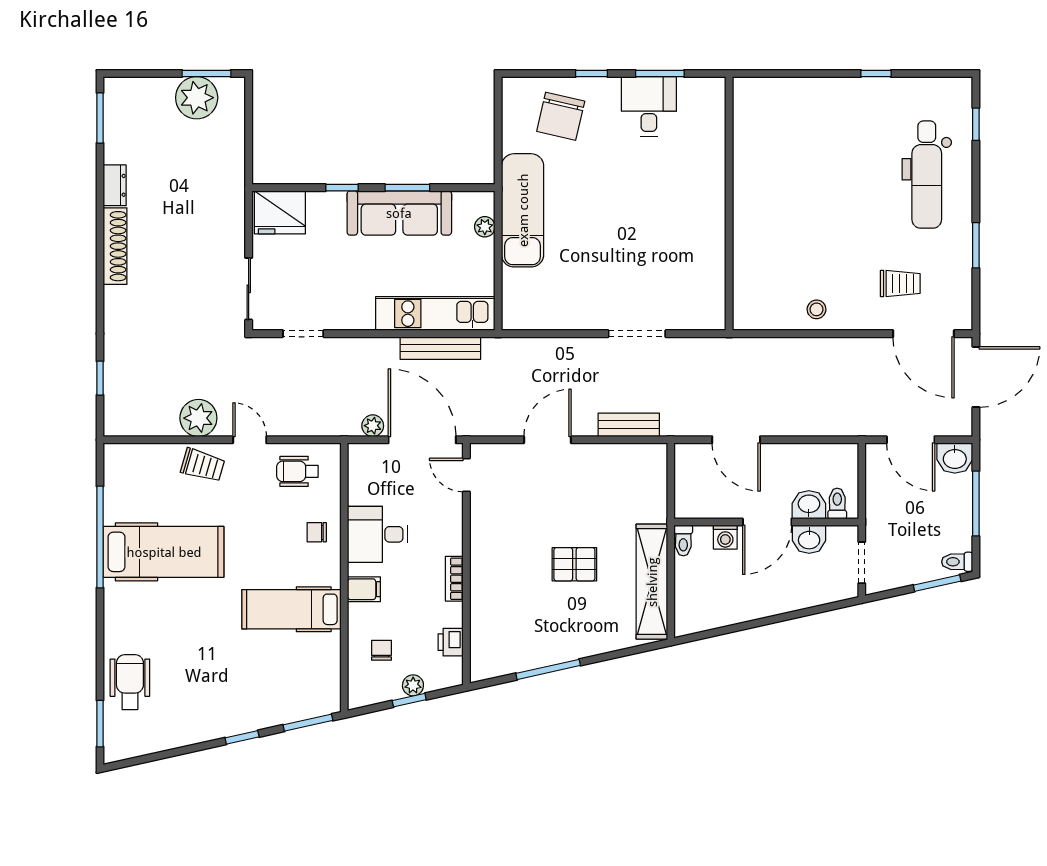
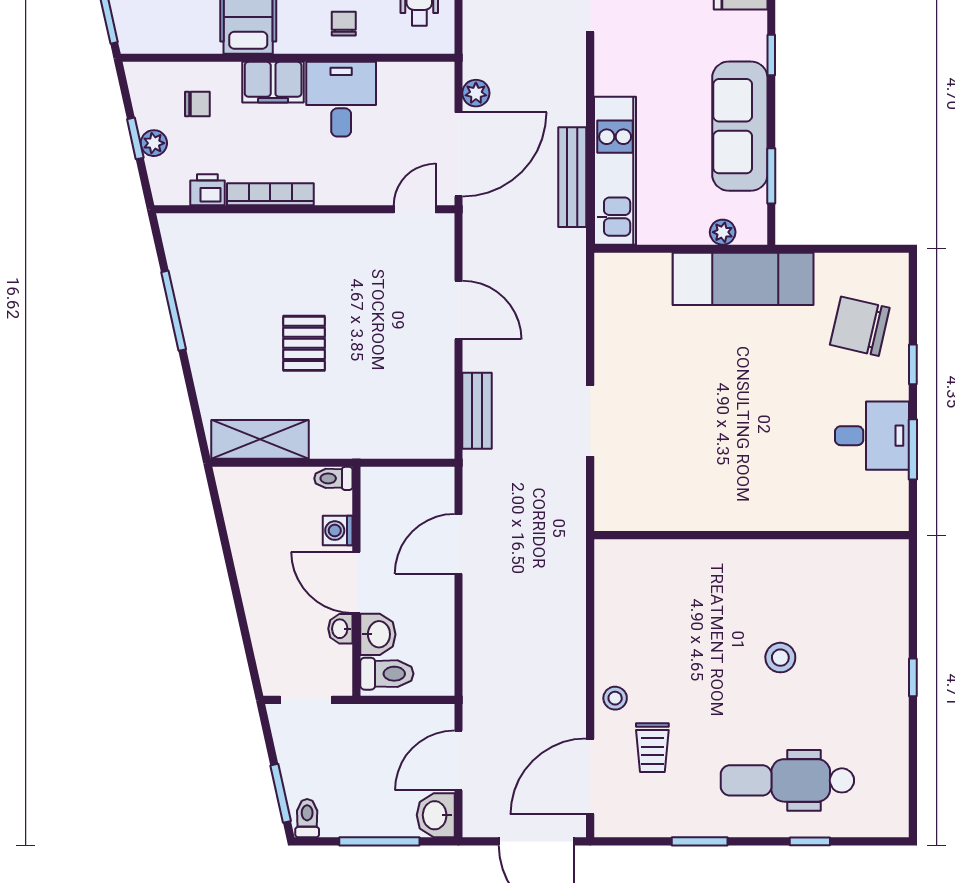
window: (876, 73) -> (913, 677), moved
window: (976, 124) -> (810, 841), moved
stool: (828, 180) -> (780, 658), added
window: (407, 188) -> (771, 176), moved
stool: (817, 309) -> (615, 698), moved
toilet: (837, 503) -> (387, 674), width x1.37, depth x1.39
washbasin: (809, 539) -> (340, 629), width x0.72, depth x0.69
bookcase: (454, 579) -> (270, 194), width x1.56
shelving: (652, 582) -> (260, 439), width x0.68
filing cabinet: (364, 589) -> (273, 82), width x2.00

